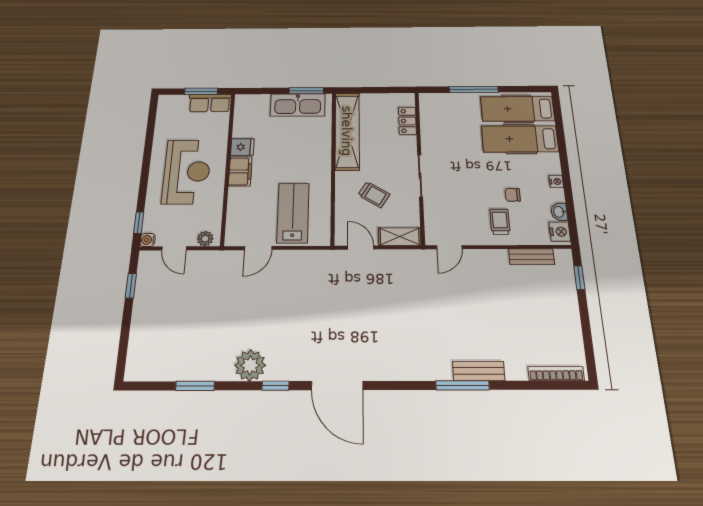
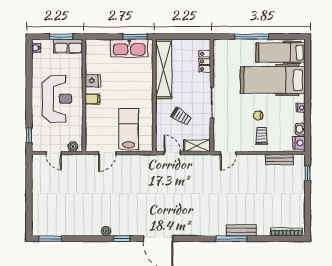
hospital bed: (520, 139) -> (273, 80), width x1.37, depth x1.29
filing cabinet: (240, 171) -> (92, 99), width x0.50
chair: (513, 195) -> (258, 116), moved
water cooler: (148, 240) -> (36, 48), moved
window: (131, 286) -> (29, 177), removed
plant: (250, 365) -> (106, 231), width x0.53, depth x0.53
window: (195, 386) -> (50, 239), moved

